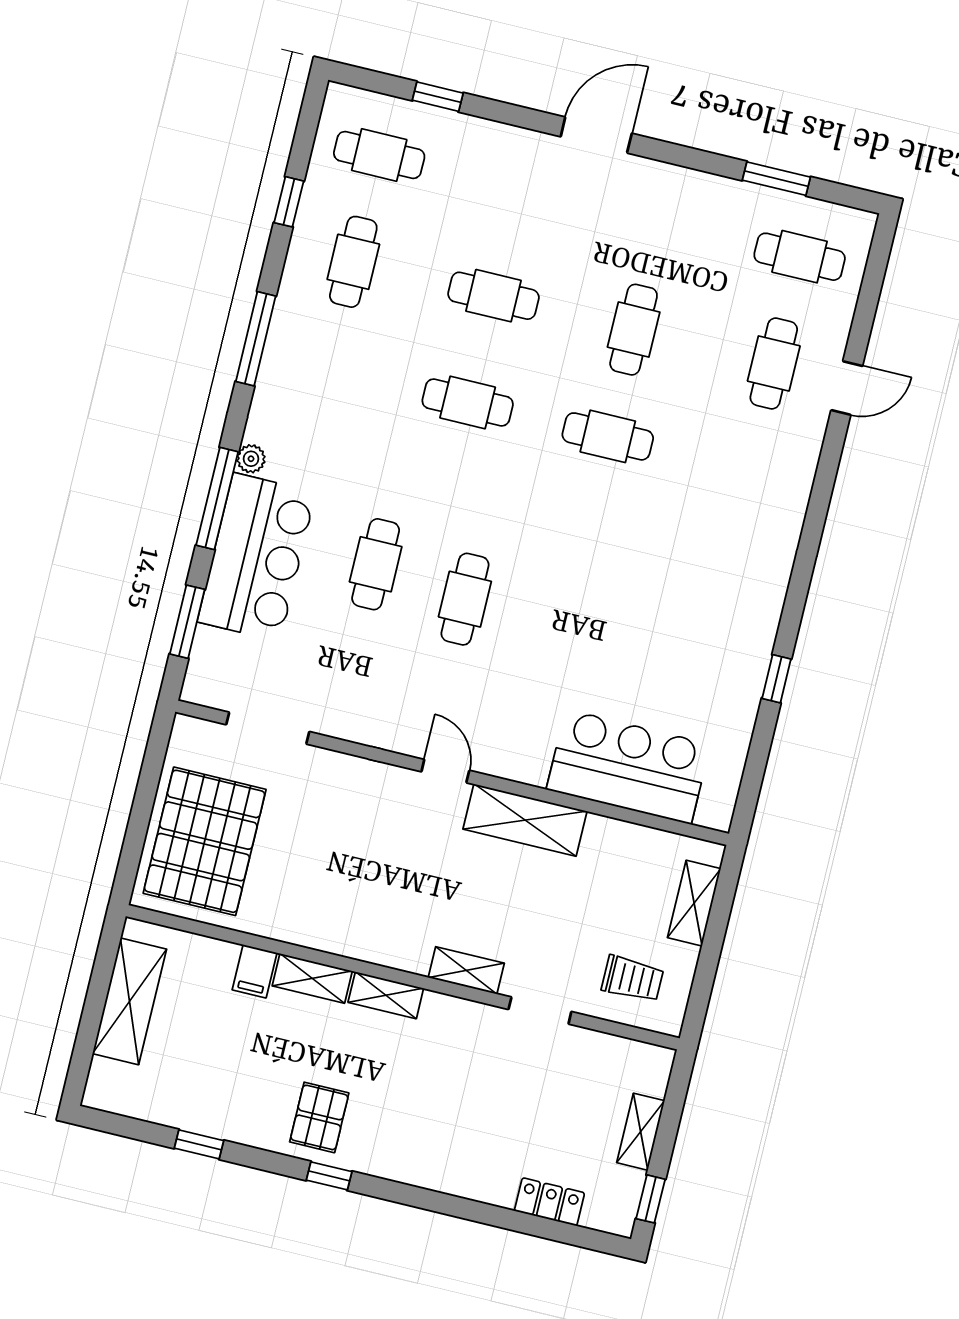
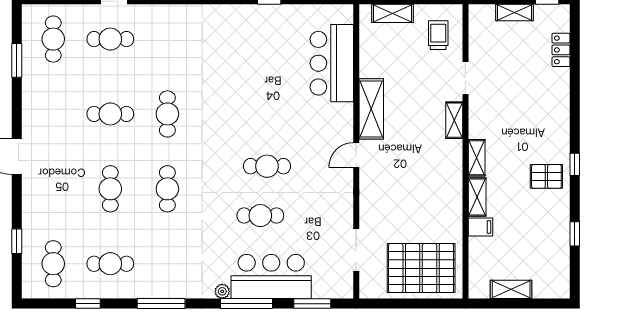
shelving: (130, 1001) -> (511, 289), width x0.67, depth x0.75

